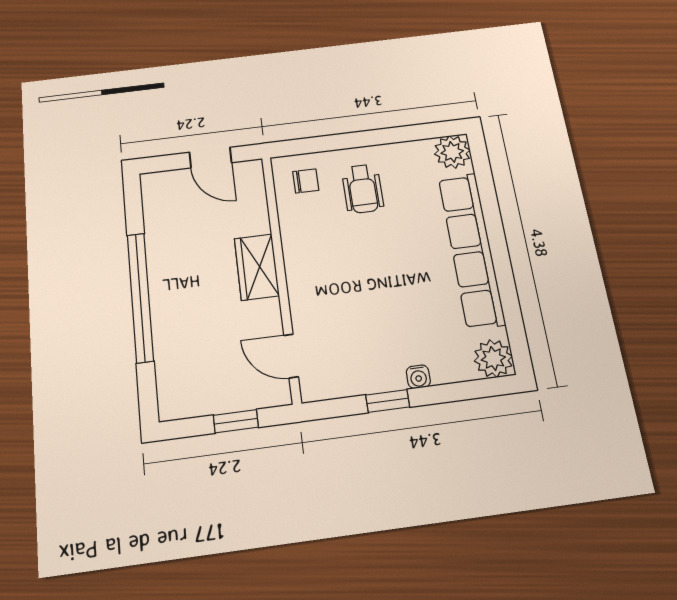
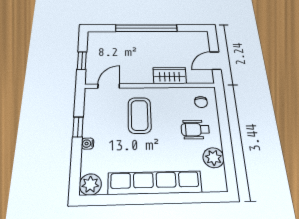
plant: (452, 152) -> (213, 158), moved
wardrobe: (257, 267) -> (170, 75), moved
coffee table: (348, 289) -> (140, 115), added

